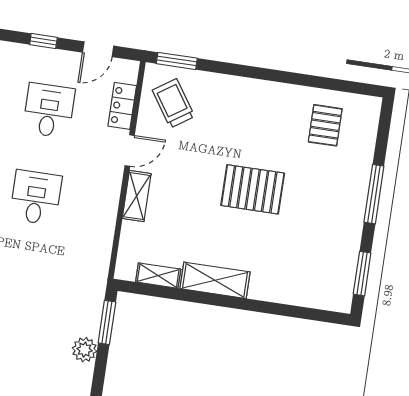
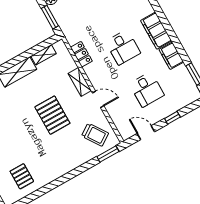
door: (98, 49) -> (146, 133), hinge flipped
locker: (122, 106) -> (81, 54), moved
door: (130, 151) -> (98, 99), swing flipped
pallet: (253, 189) -> (52, 115), moved, turned 90

